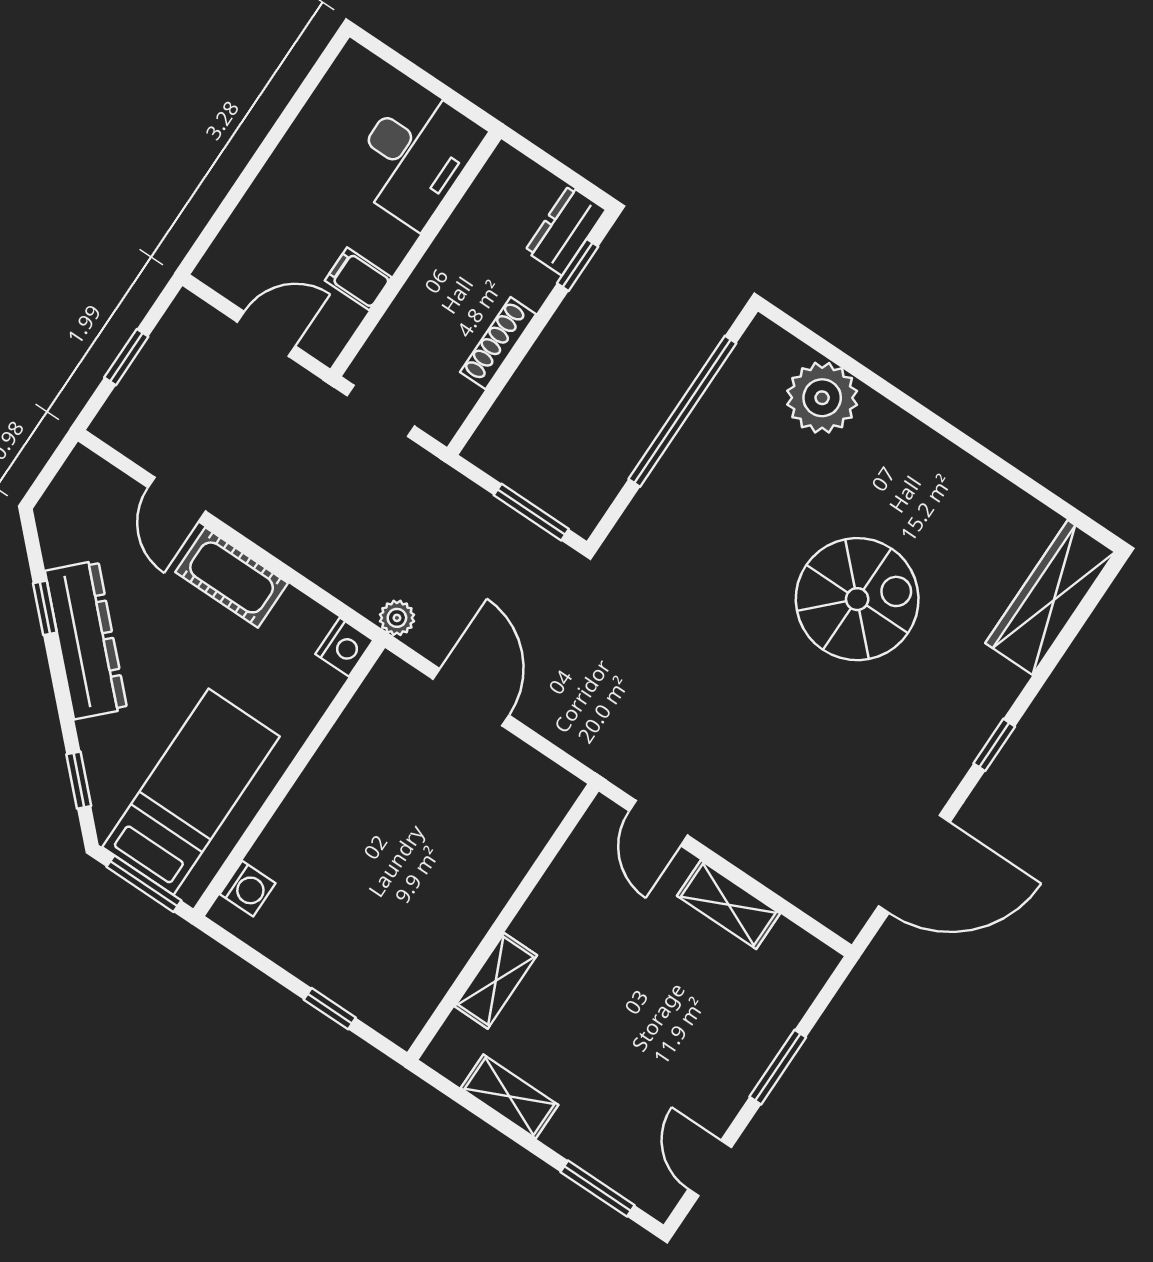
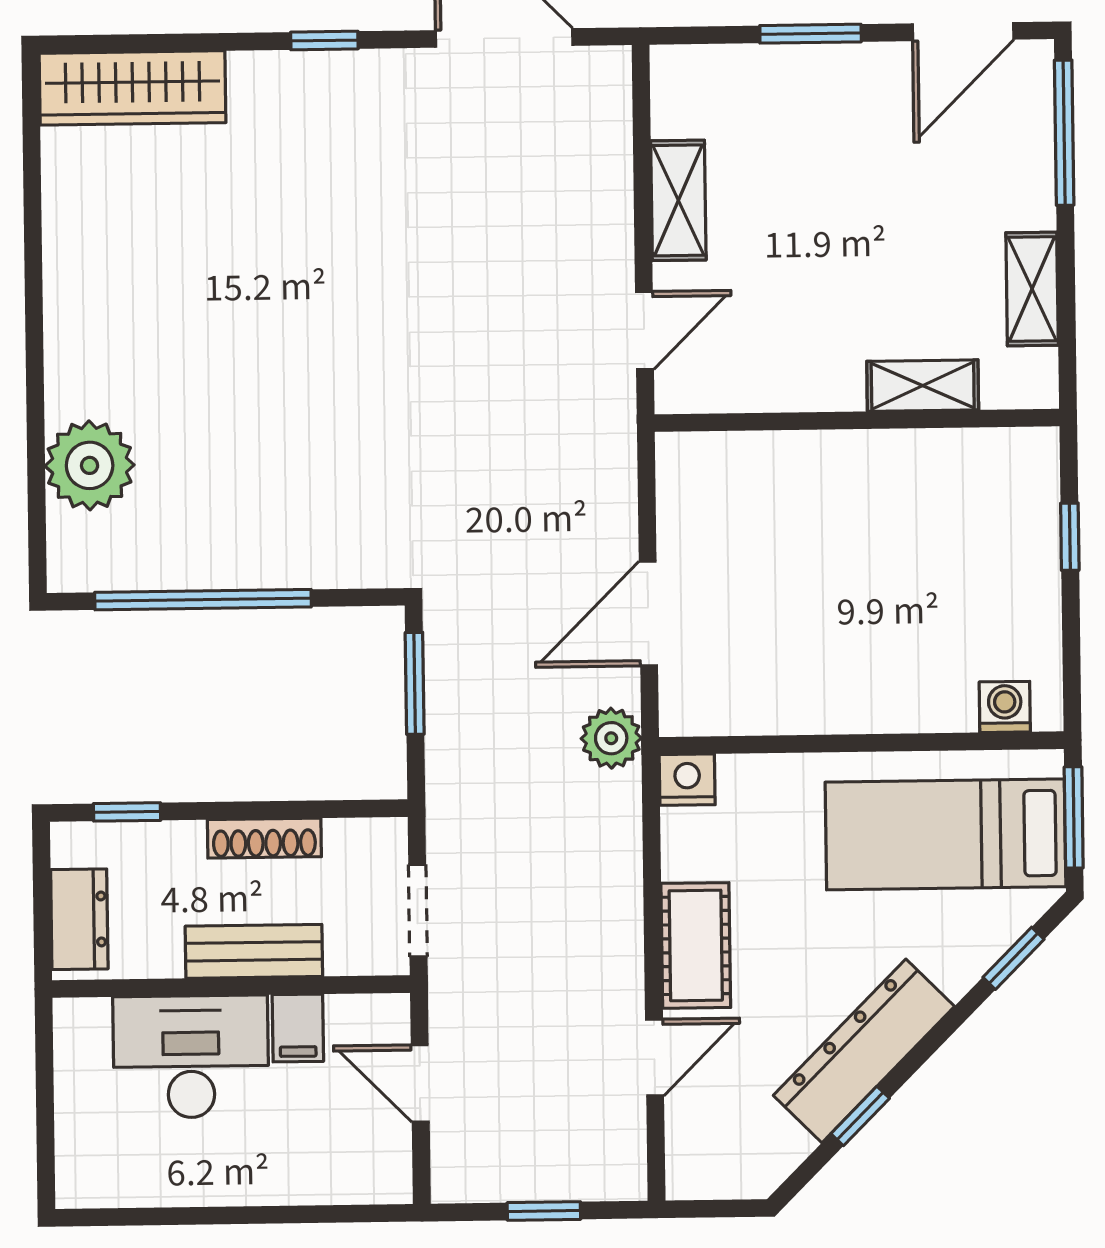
desk: (415, 156) -> (191, 1057), moved
dresser: (565, 230) -> (79, 919), moved, turned -90
bench: (429, 285) -> (254, 951), added
spiral stairs: (857, 599) -> (272, 286), removed
plant: (397, 618) -> (611, 738), width x1.38, depth x1.38
door: (710, 1168) -> (963, 32), width x1.38
window: (598, 1189) -> (1064, 133), width x1.44

